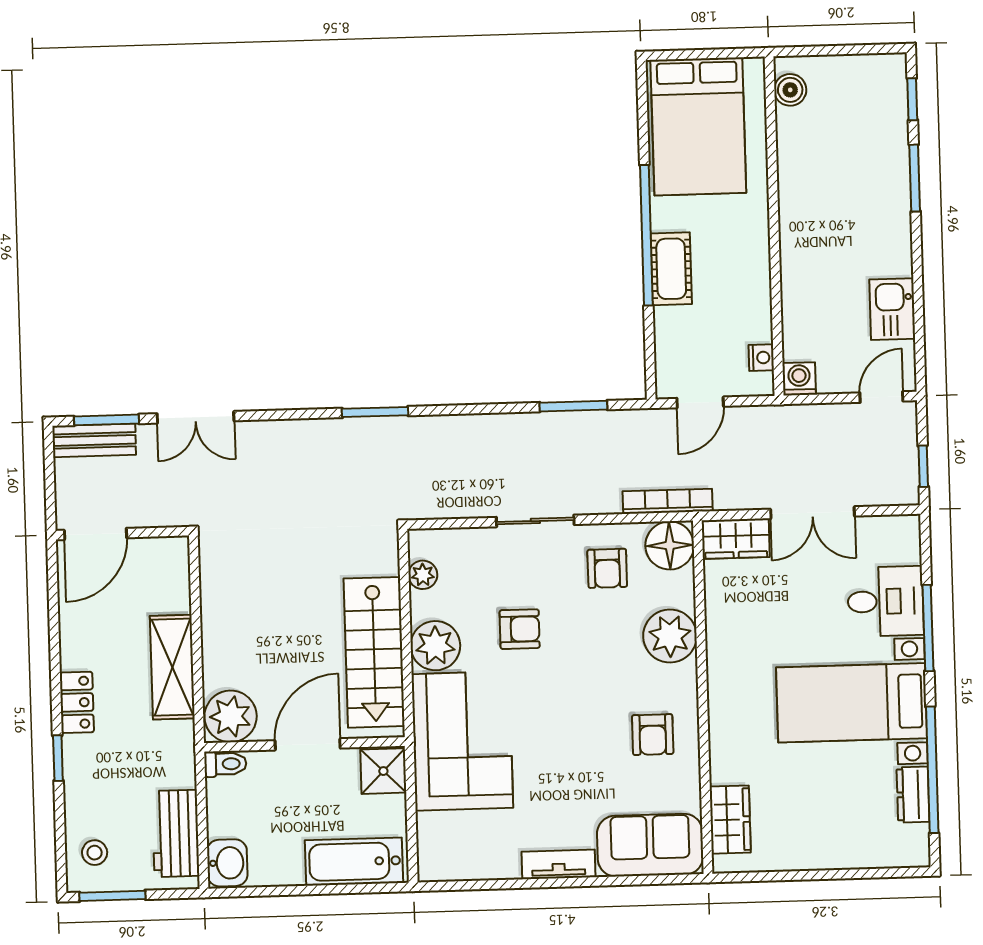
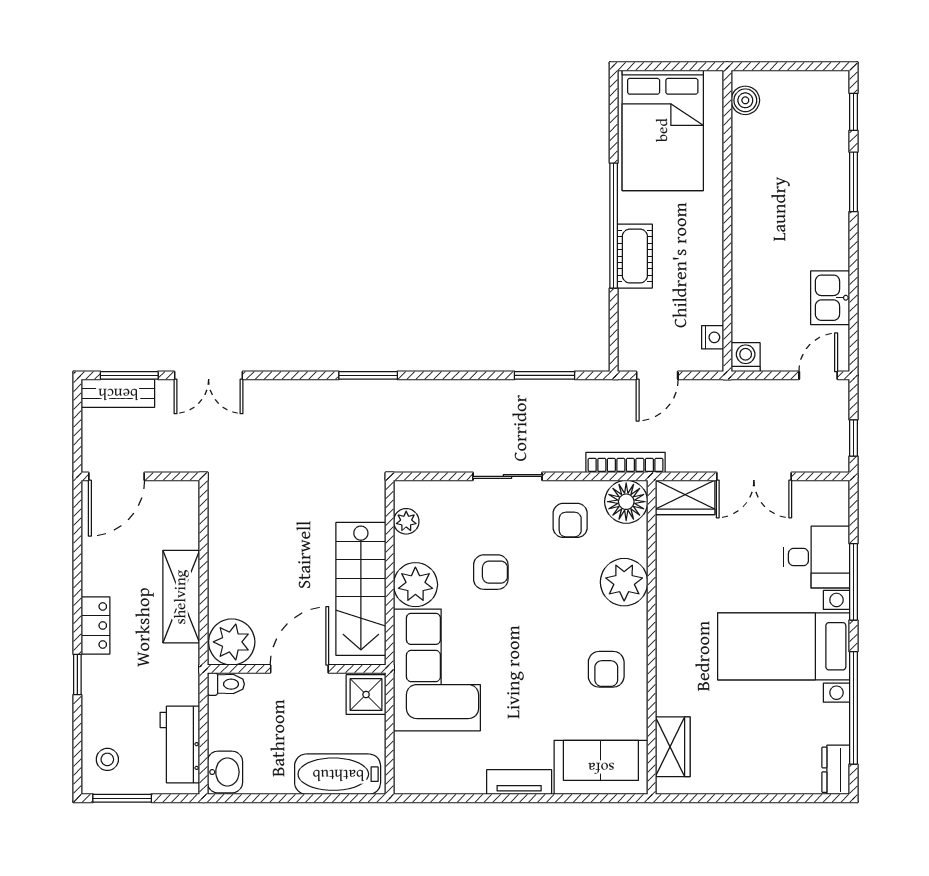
dresser: (913, 794) -> (836, 770), moved

